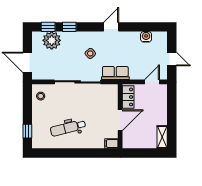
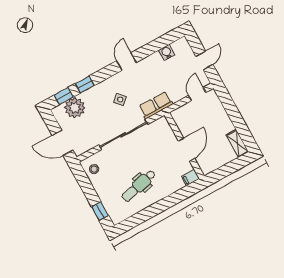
door: (172, 59) -> (204, 60), hinge flipped
locker: (128, 97) -> (182, 122), removed

